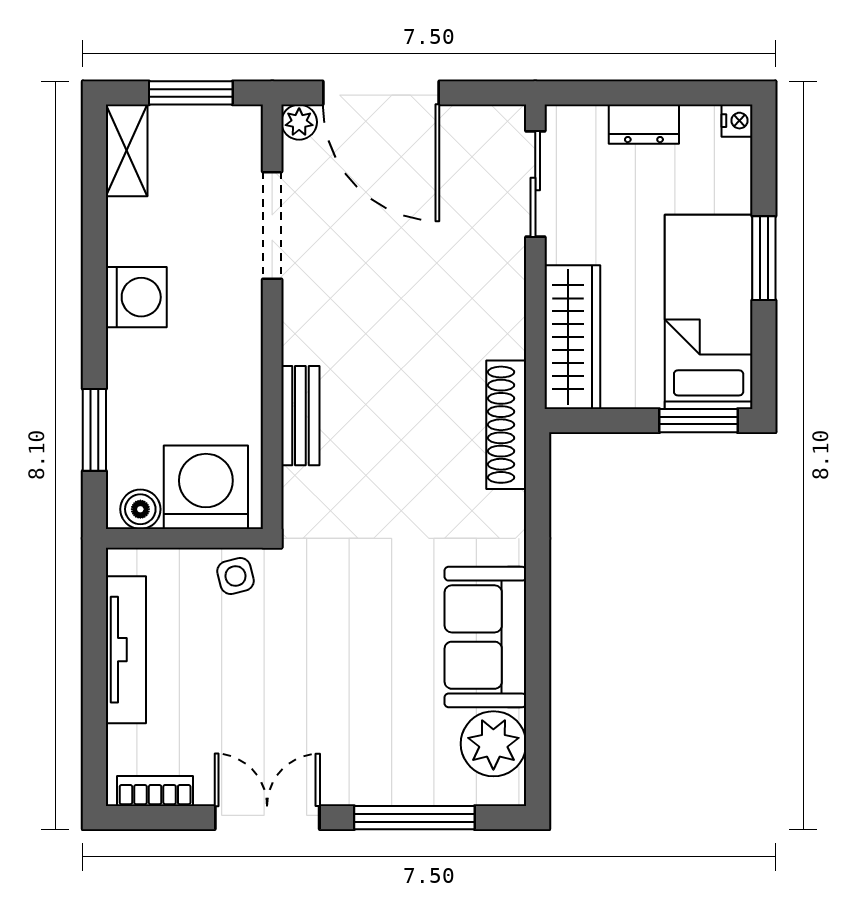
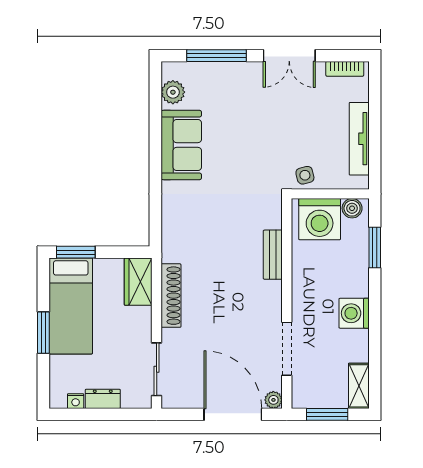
nightstand: (737, 121) -> (76, 401), moved, turned -90
wardrobe: (572, 337) -> (138, 282), width x0.67
shoe rack: (506, 425) -> (171, 296), moved
plant: (493, 744) -> (173, 92), width x0.73, depth x0.73

